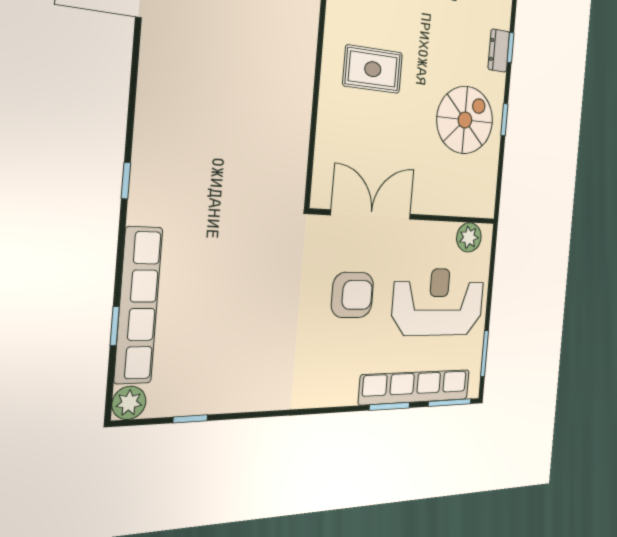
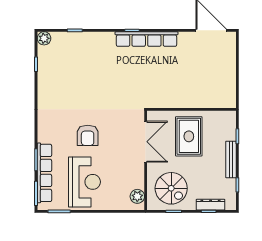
dresser: (499, 51) -> (211, 205), width x1.44
rug: (373, 69) -> (189, 136), width x1.36, depth x1.43
double door: (371, 215) -> (146, 142), moved
wall: (407, 217) -> (146, 160), moved
plant: (469, 237) -> (137, 196), moved
row of seats: (138, 305) -> (147, 39), moved

